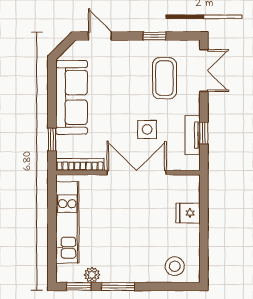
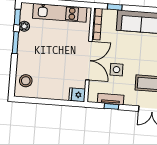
fridge: (188, 213) -> (77, 95), moved, turned -90

